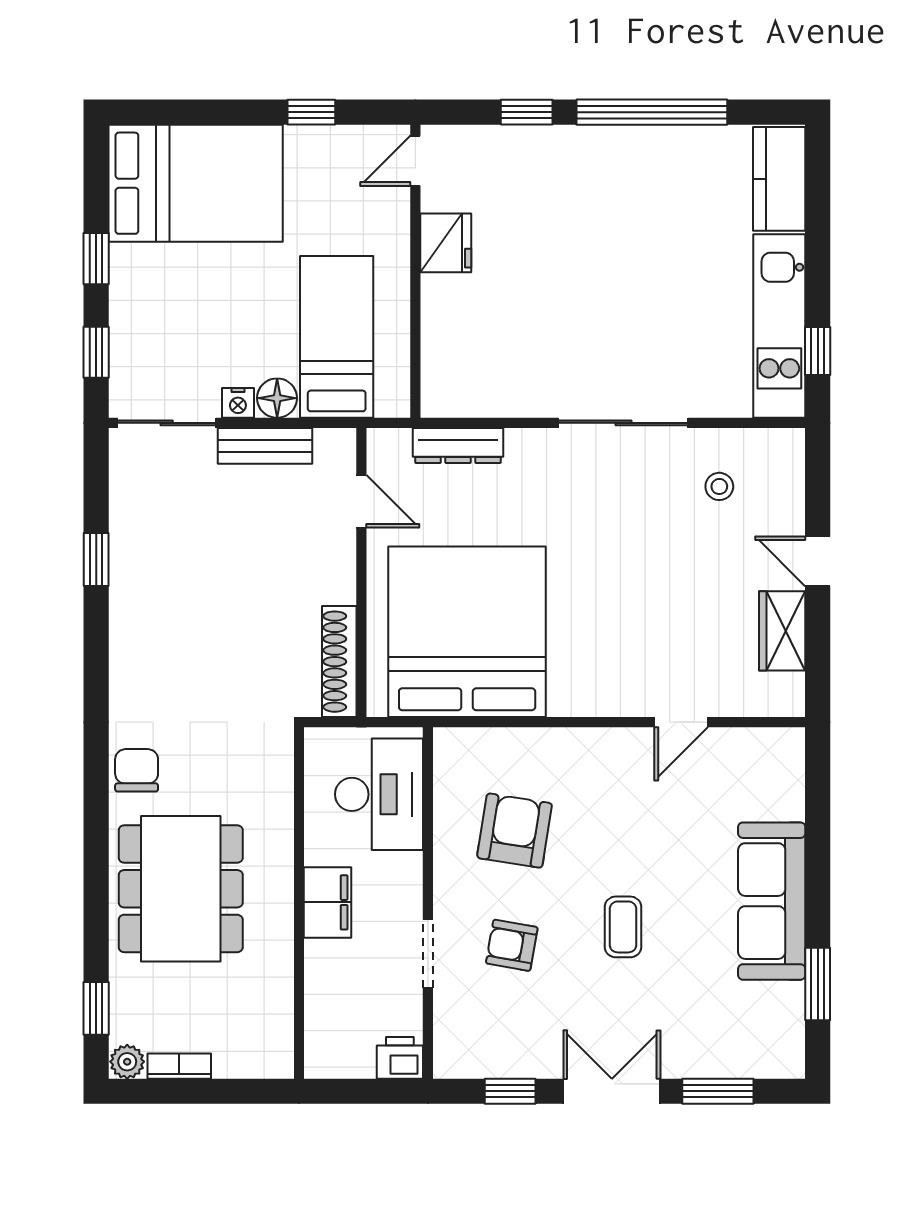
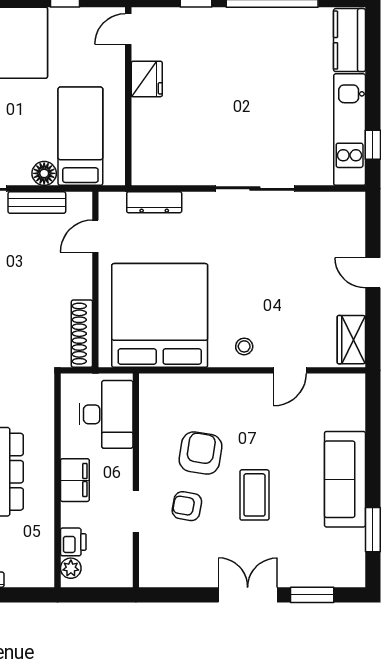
nightstand: (238, 403) -> (20, 176), removed
stool: (719, 486) -> (244, 346), moved
door: (361, 501) -> (95, 236), swing flipped
wardrobe: (782, 631) -> (351, 340), moved
armchair: (515, 831) -> (200, 453), moved
coffee table: (623, 927) -> (254, 495), width x1.36, depth x1.30
plant: (321, 1047) -> (71, 568), added
printer: (400, 1058) -> (73, 542), moved, turned 90
window: (510, 1091) -> (186, 595), removed

